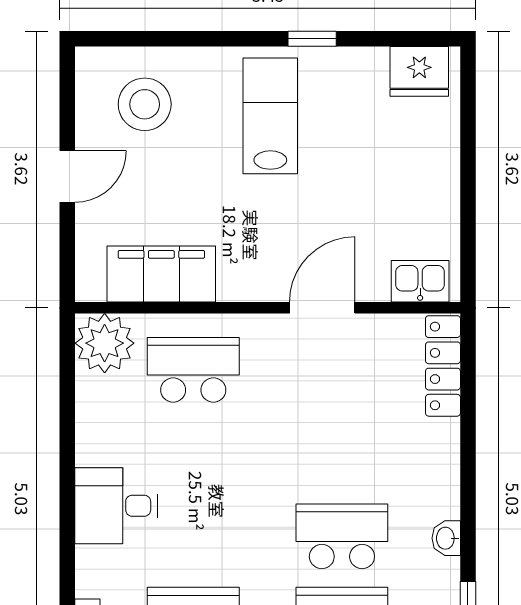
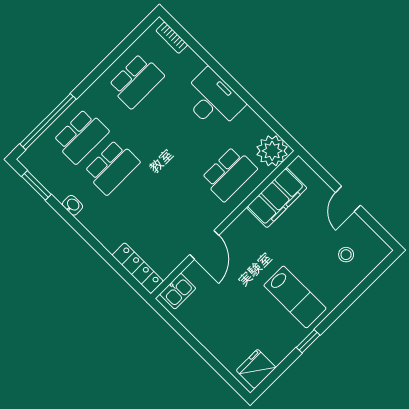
stool: (145, 104) -> (346, 255), width x0.53, depth x0.53
desk: (116, 506) -> (213, 100), width x1.37

